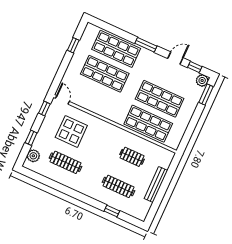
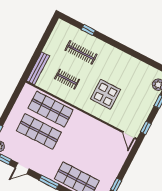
shop shelf: (105, 74) -> (88, 157), removed
display table: (71, 131) -> (106, 94), moved
clothes rail: (66, 162) -> (129, 77), removed
bench: (156, 184) -> (38, 68), moved

